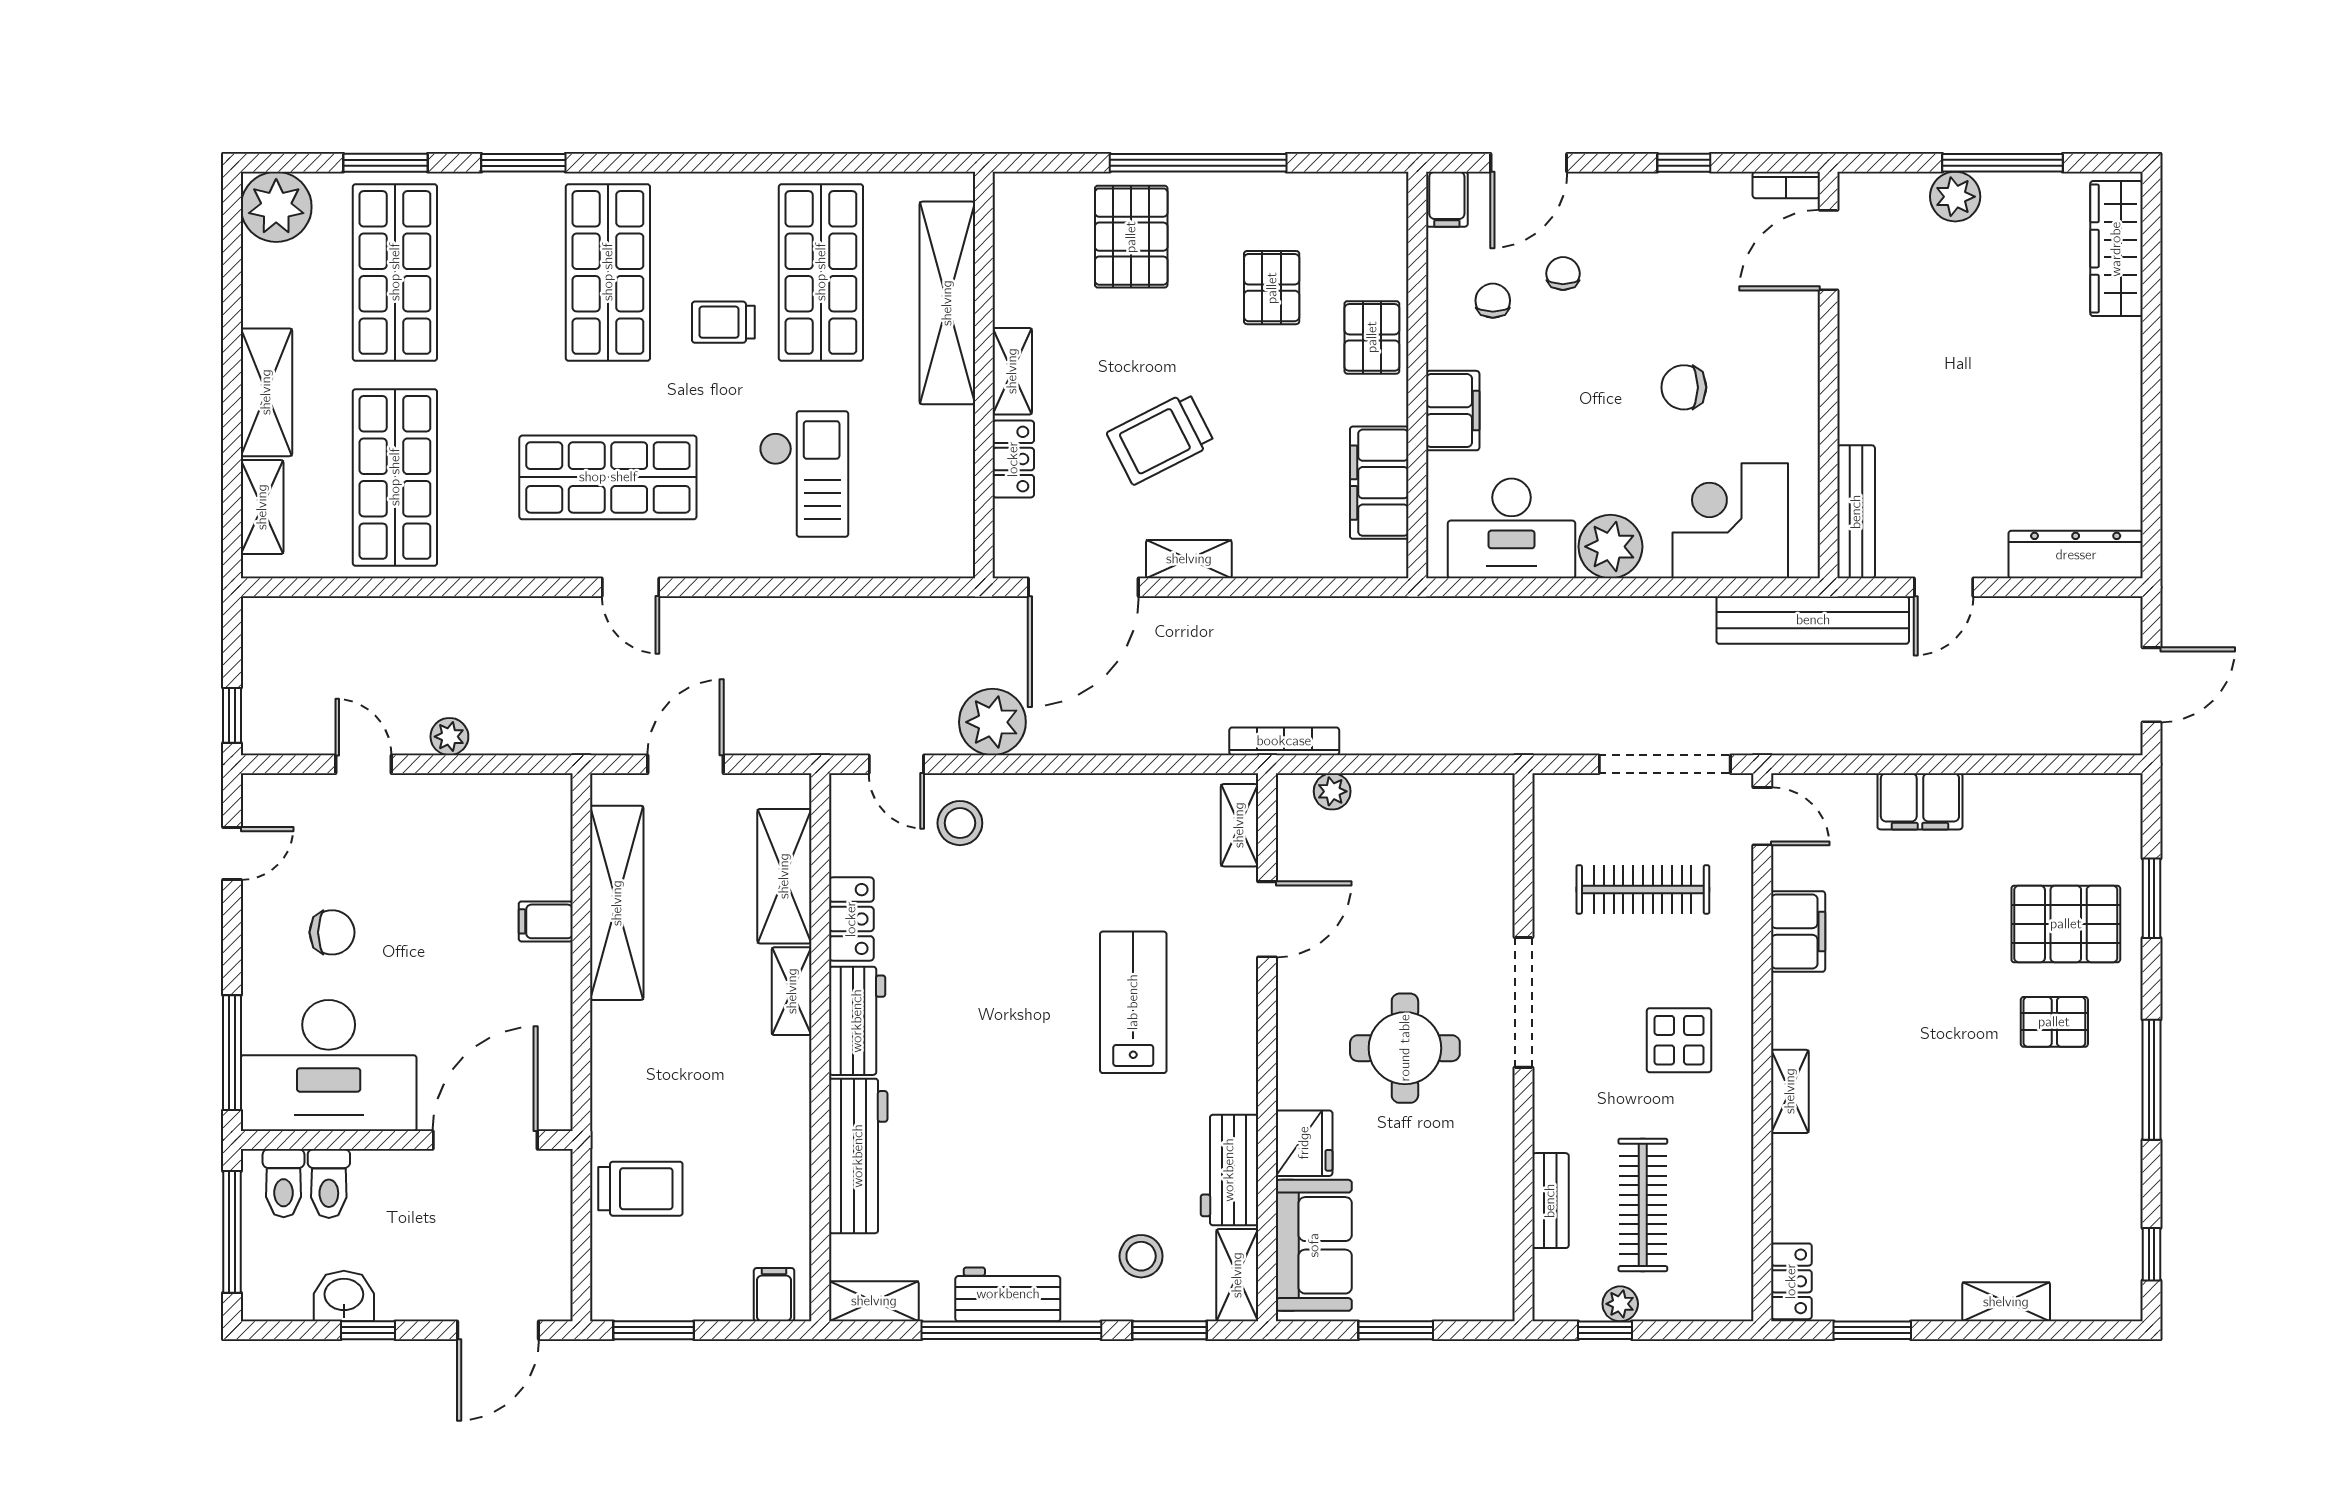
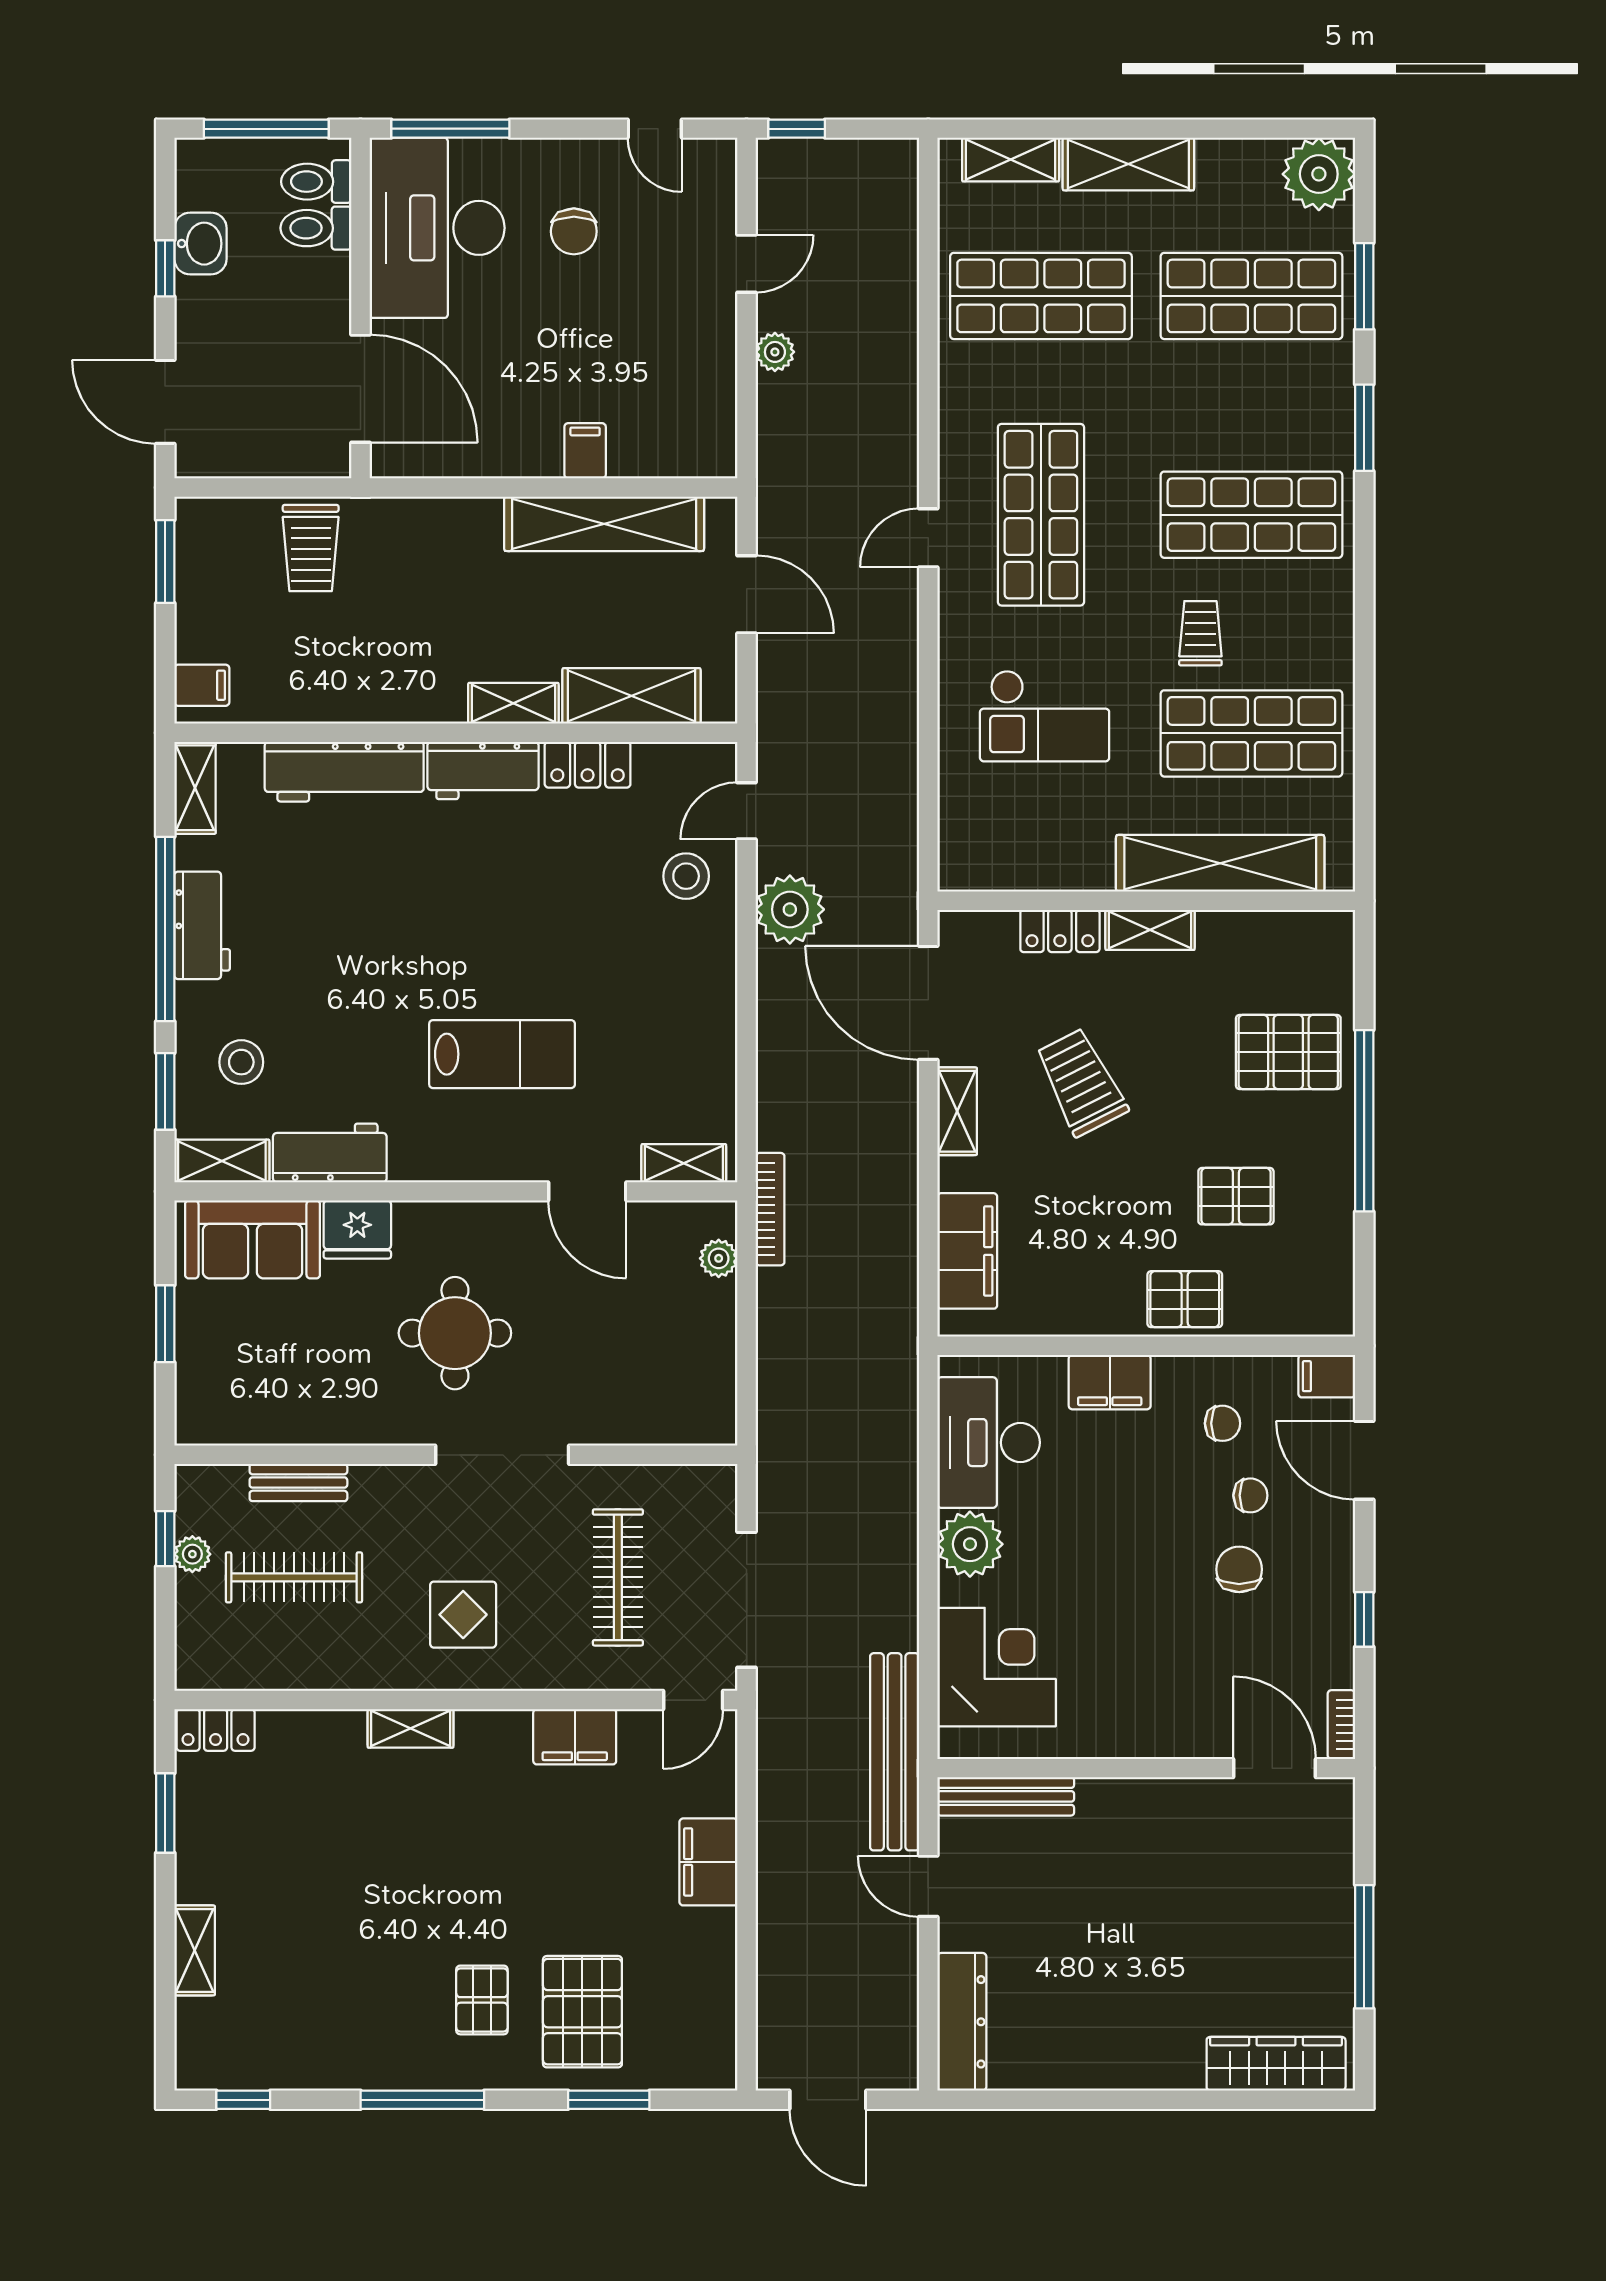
plant: (1955, 197) -> (1329, 1898), removed
chair: (1684, 387) -> (1239, 1569), moved
filing cabinet: (1379, 483) -> (967, 1251), moved, turned 90

